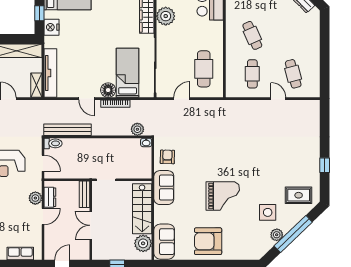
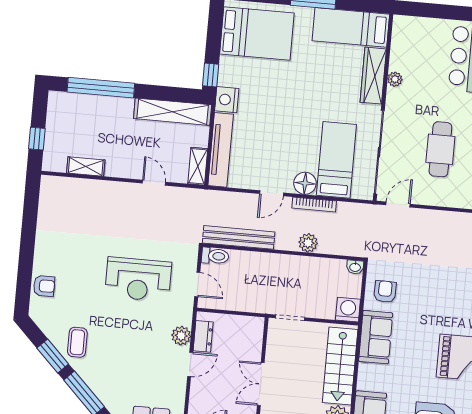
window: (39, 13) -> (211, 75), moved
plant: (166, 16) -> (395, 79), width x0.53, depth x0.53
nightstand: (52, 27) -> (227, 100), moved
cafe table: (204, 69) -> (440, 149), moved
door: (87, 99) -> (272, 193), hinge flipped
door: (182, 99) -> (398, 205), moved
plant: (137, 129) -> (308, 243), moved
washing machine: (144, 171) -> (348, 310), added
bench: (84, 194) -> (255, 337), removed

